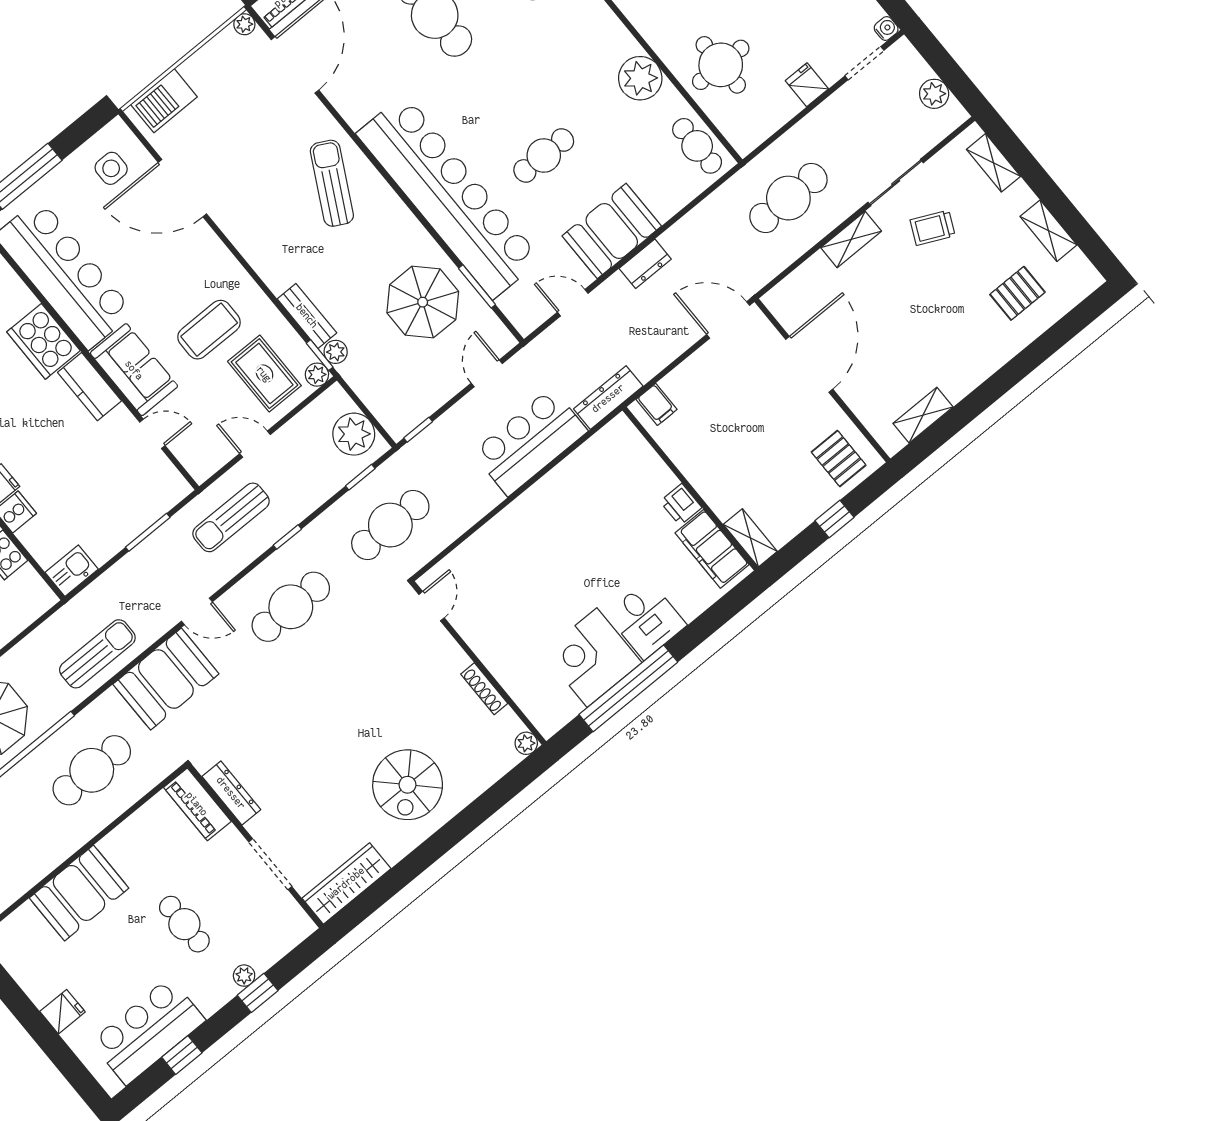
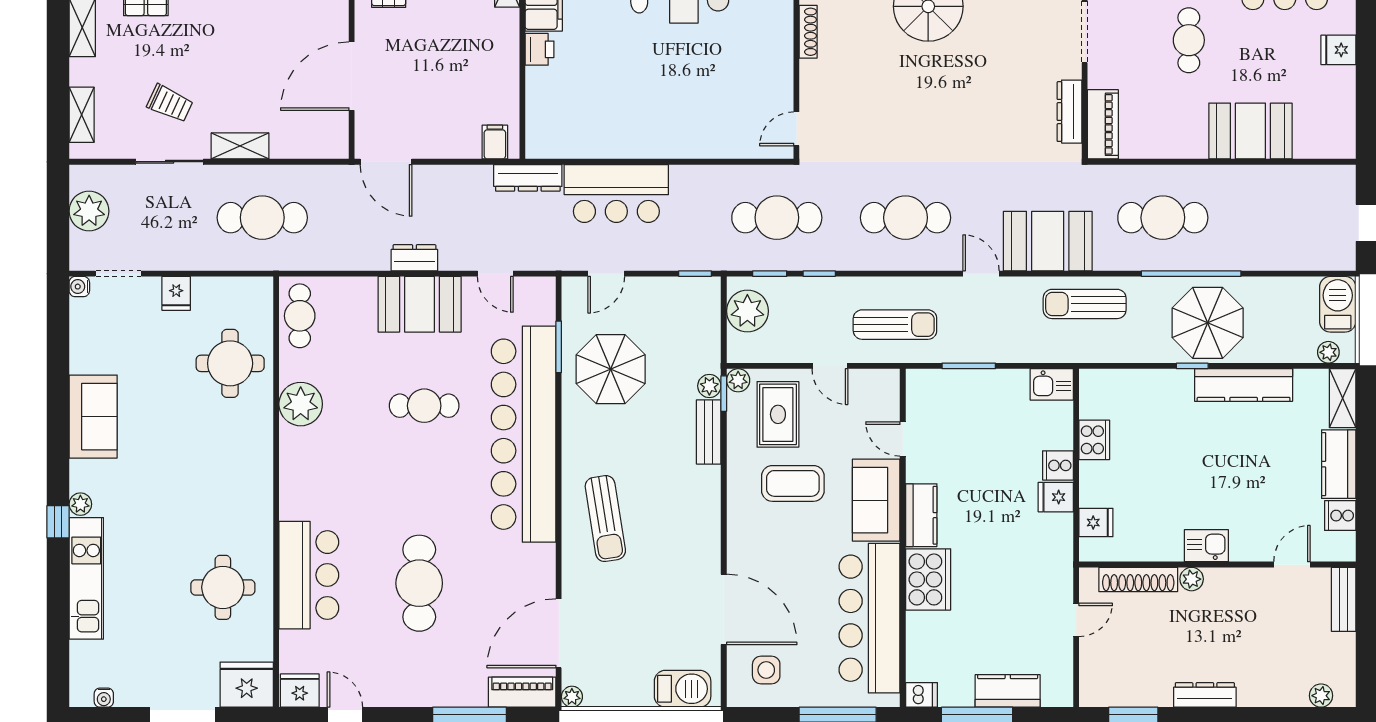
plant: (934, 94) -> (89, 211), width x1.36, depth x1.36
sun lounger: (332, 183) -> (605, 519), turned -37
window: (287, 537) -> (819, 274), moved

